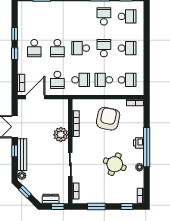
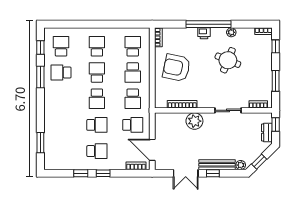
school desk: (104, 48) -> (97, 73), turned 90
school desk: (81, 80) -> (133, 99), turned 180

